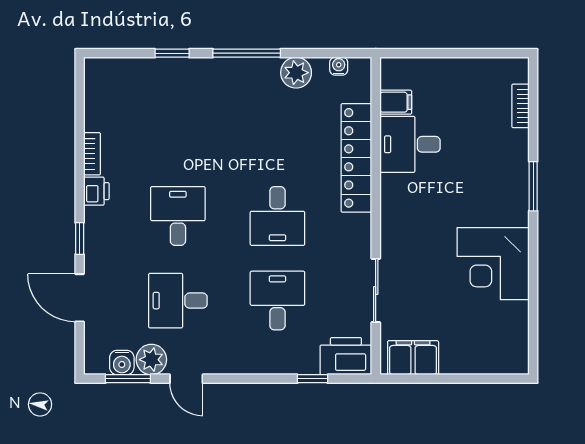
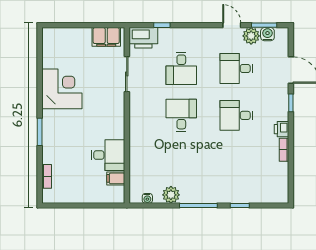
locker: (356, 158) -> (138, 148), removed
desk: (178, 216) -> (236, 115), turned 90
desk: (178, 301) -> (236, 68), turned 180

